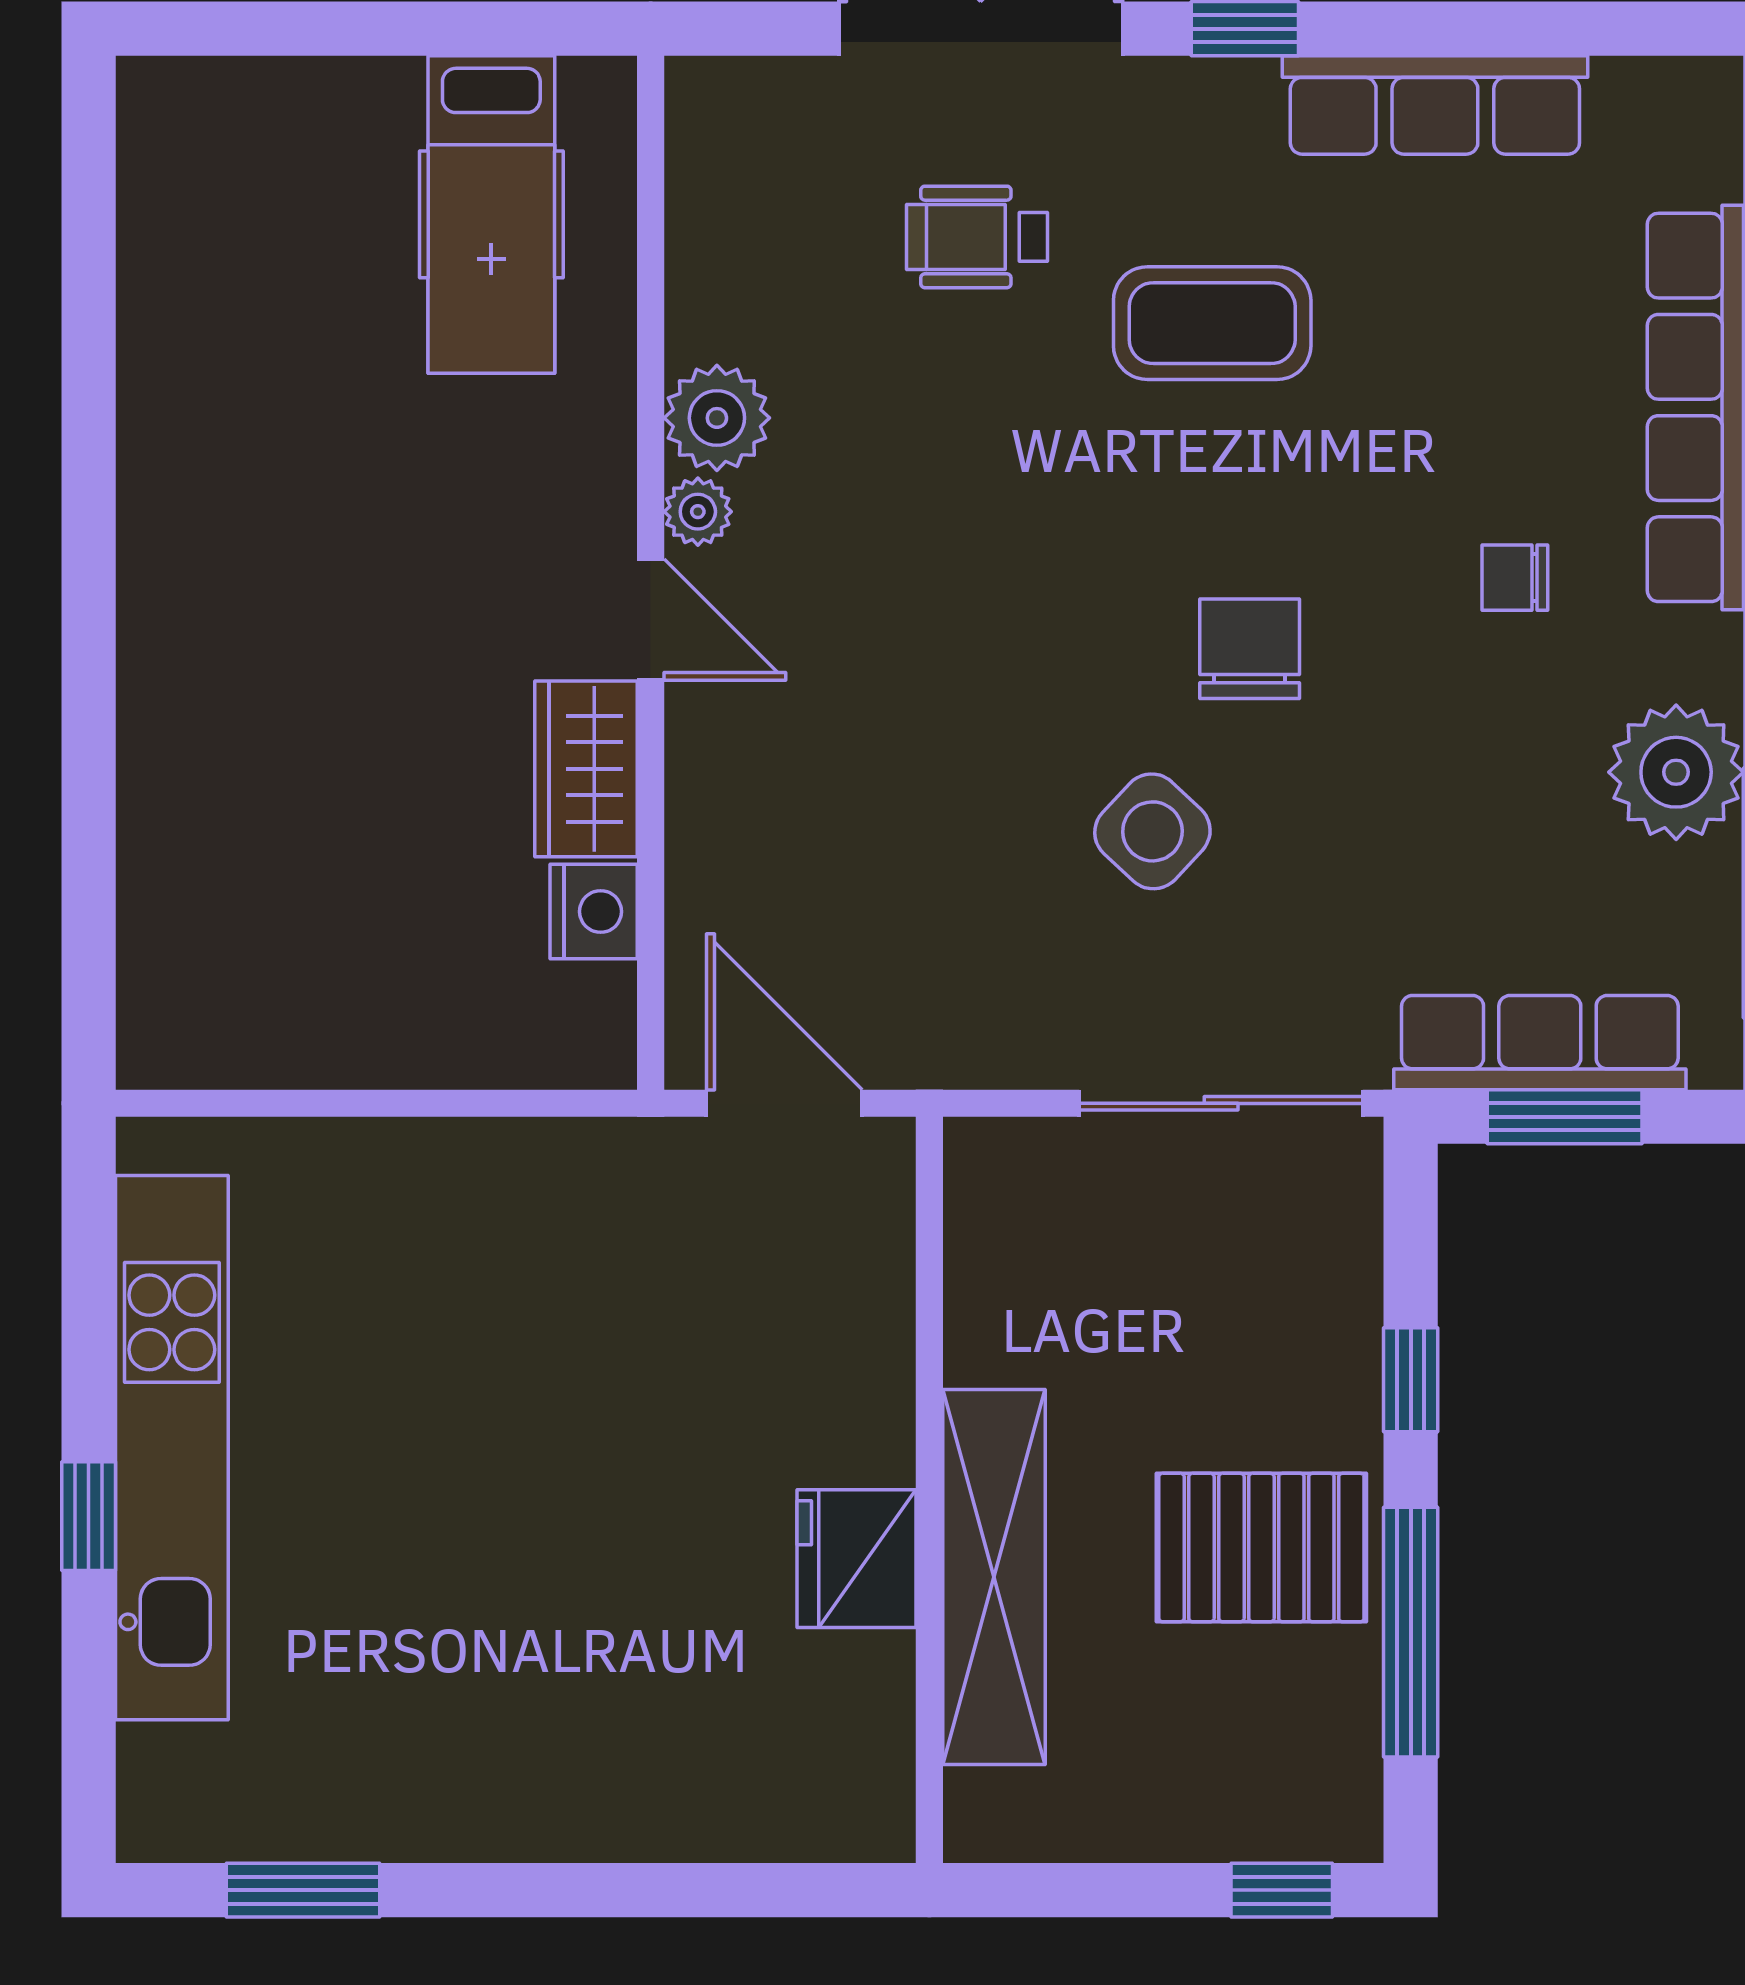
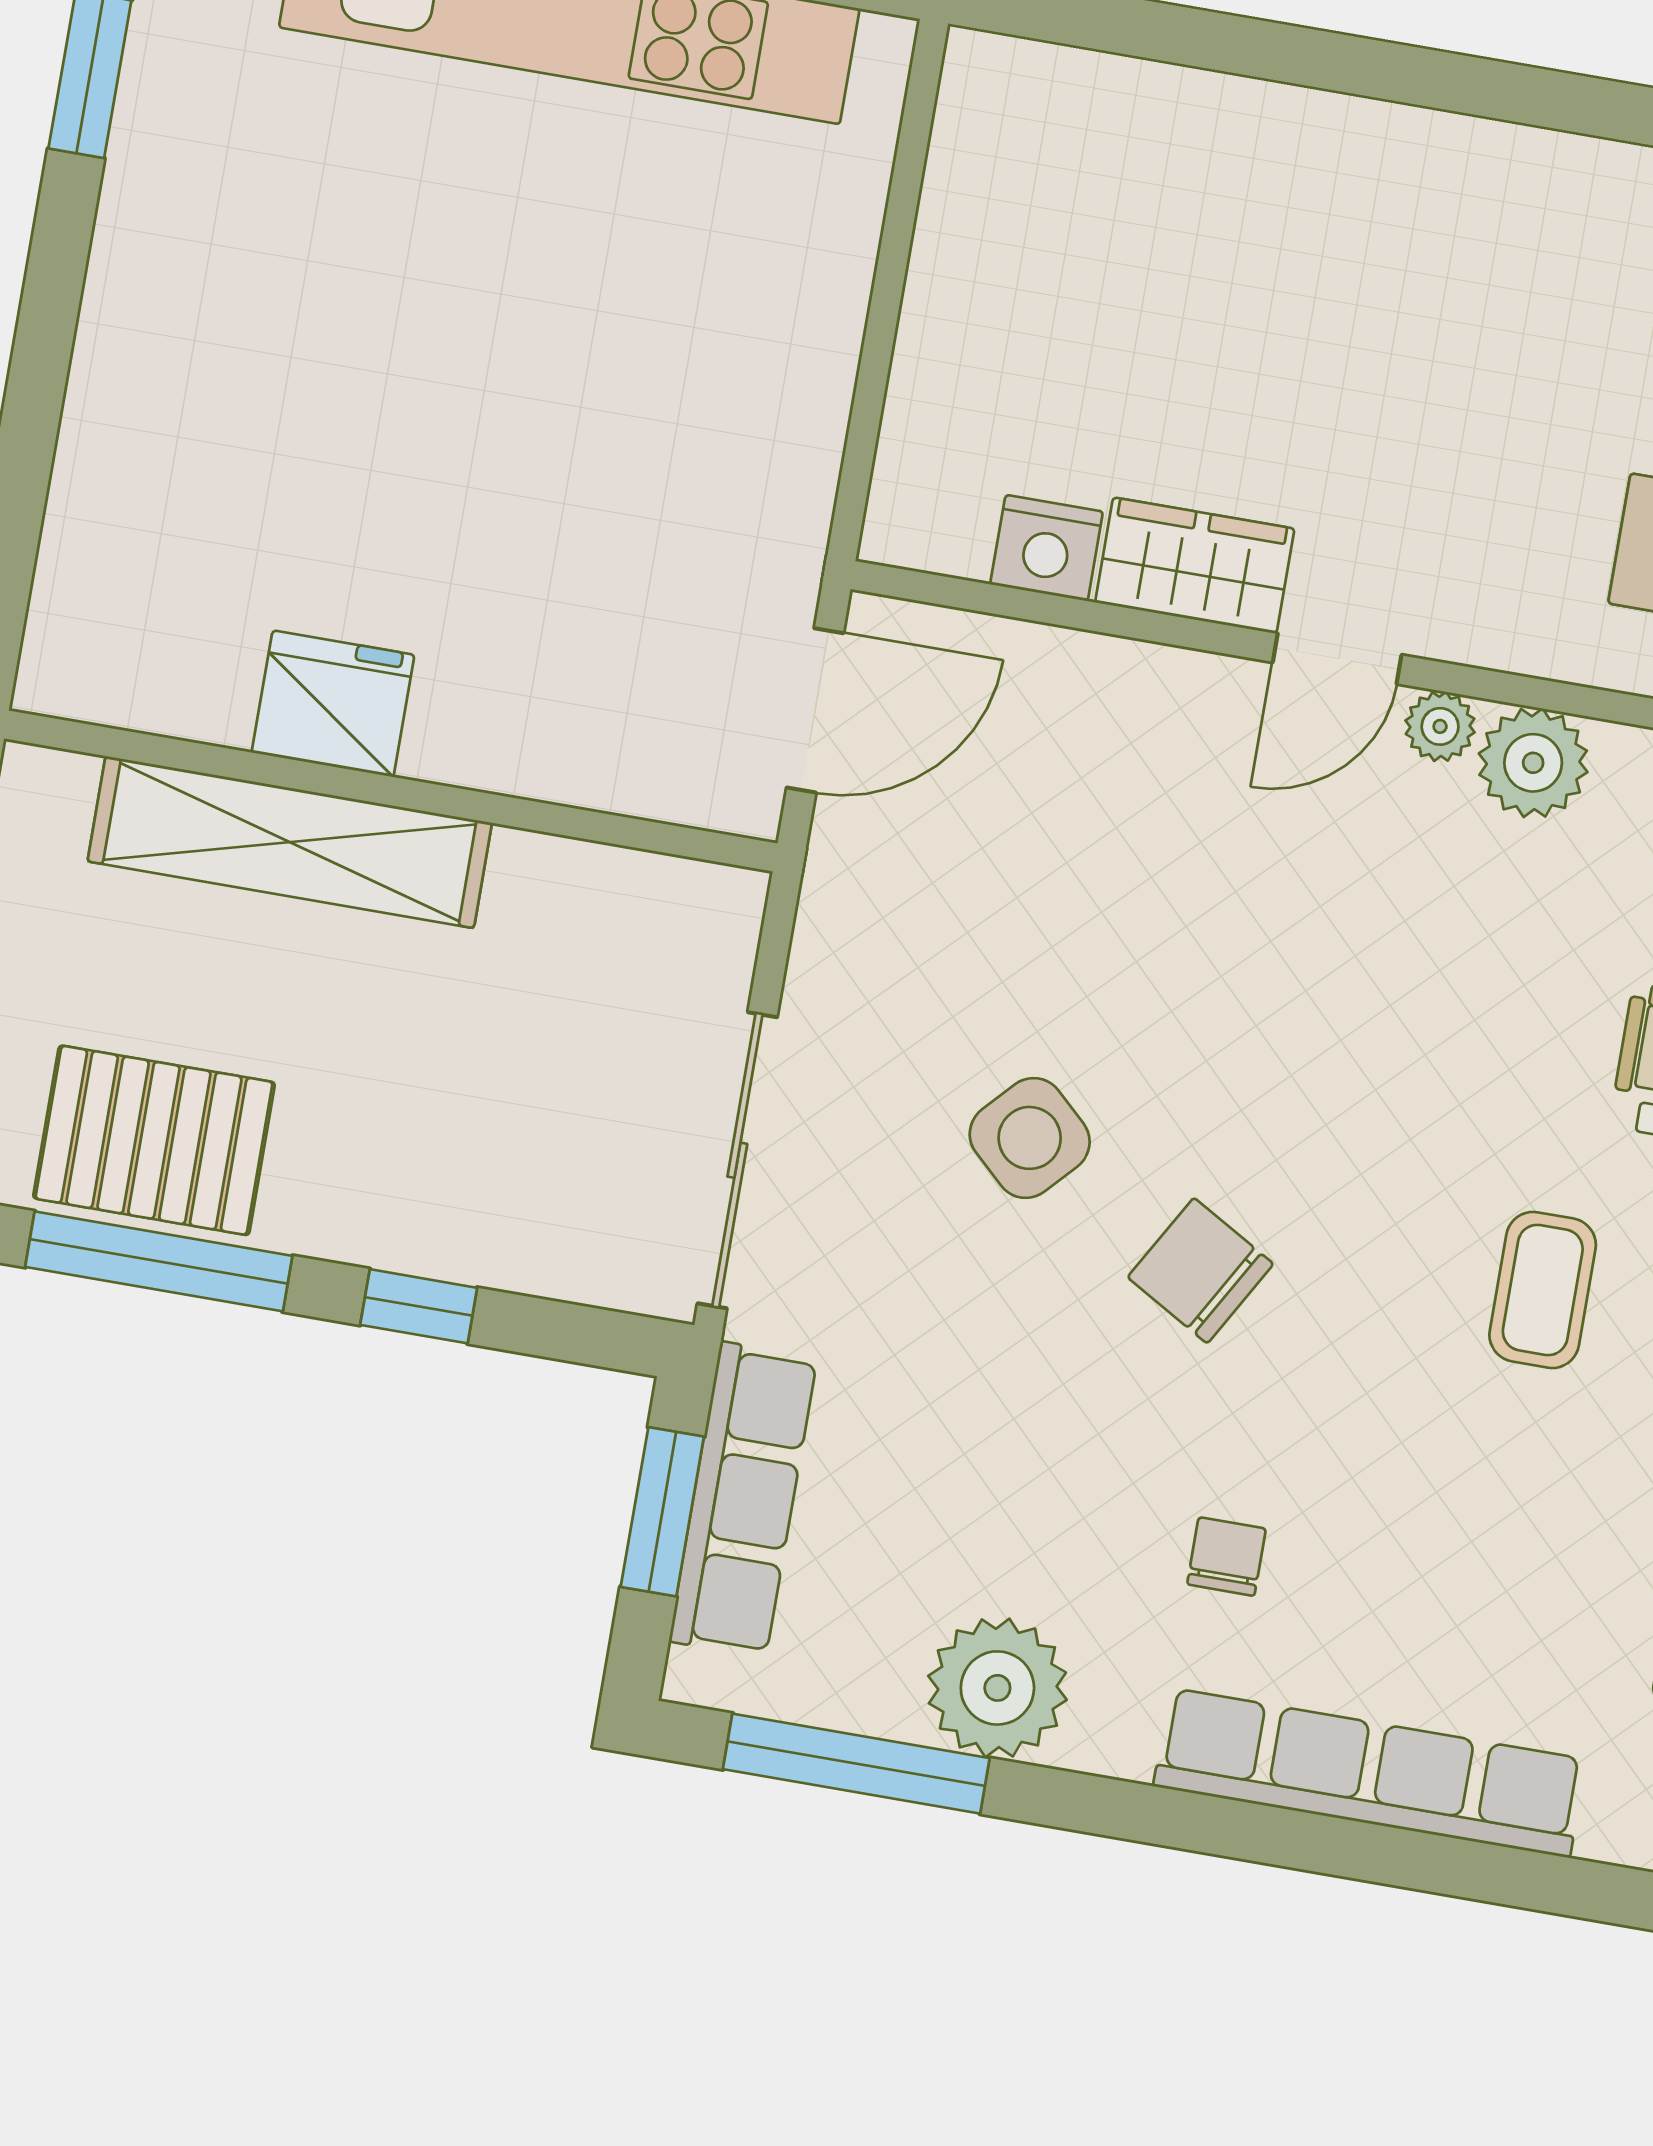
coffee table: (1212, 323) -> (1543, 1290), width x0.73, depth x0.77
chair: (1250, 649) -> (1201, 1271), turned -150
pallet: (1261, 1548) -> (154, 1140), moved, turned 90

